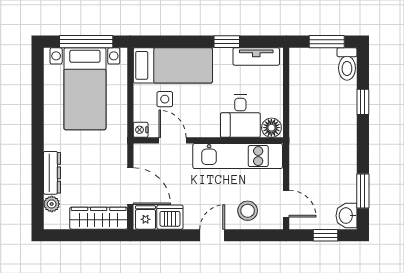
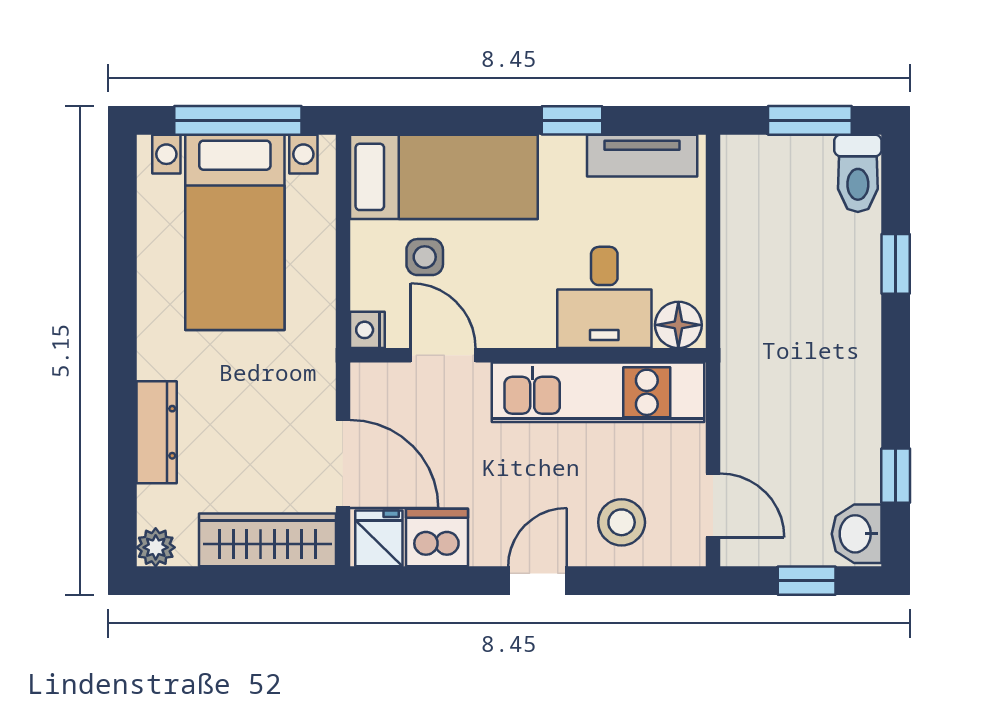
window: (363, 191) -> (896, 476), width x0.67
plant: (52, 204) -> (156, 547), moved

